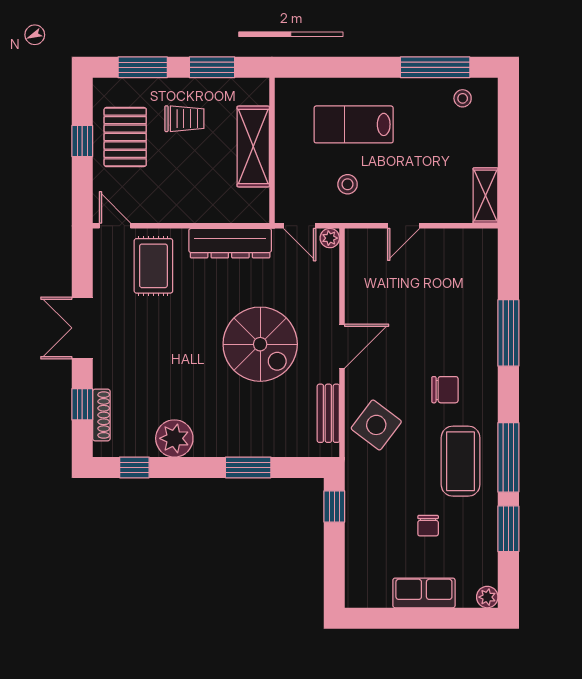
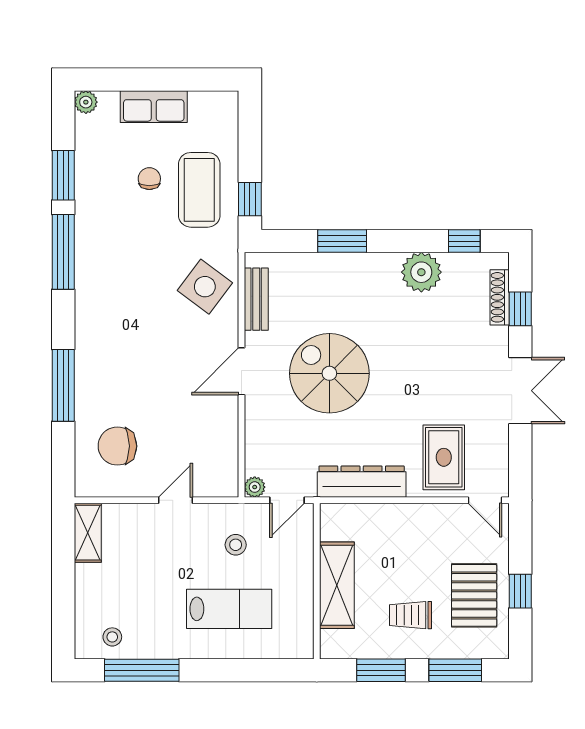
door: (300, 226) -> (287, 500), swing flipped
chair: (445, 390) -> (117, 446), moved, width x1.37, depth x1.37
coffee table: (461, 461) -> (199, 190), moved

